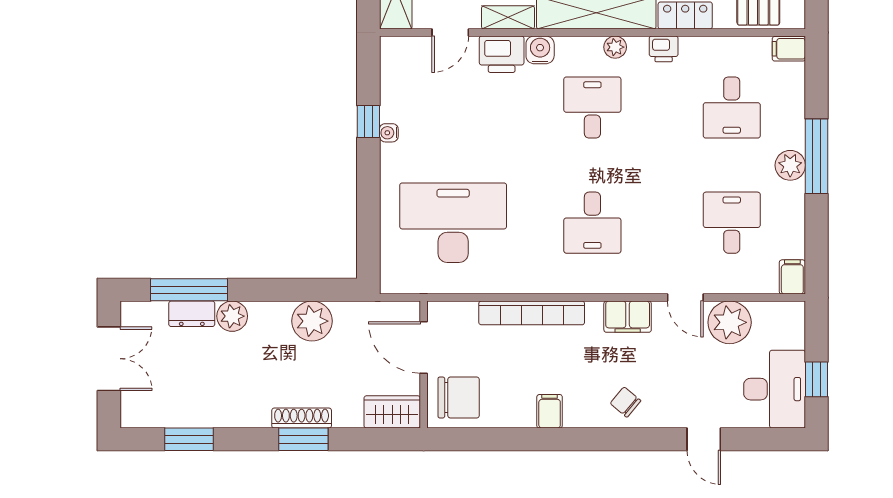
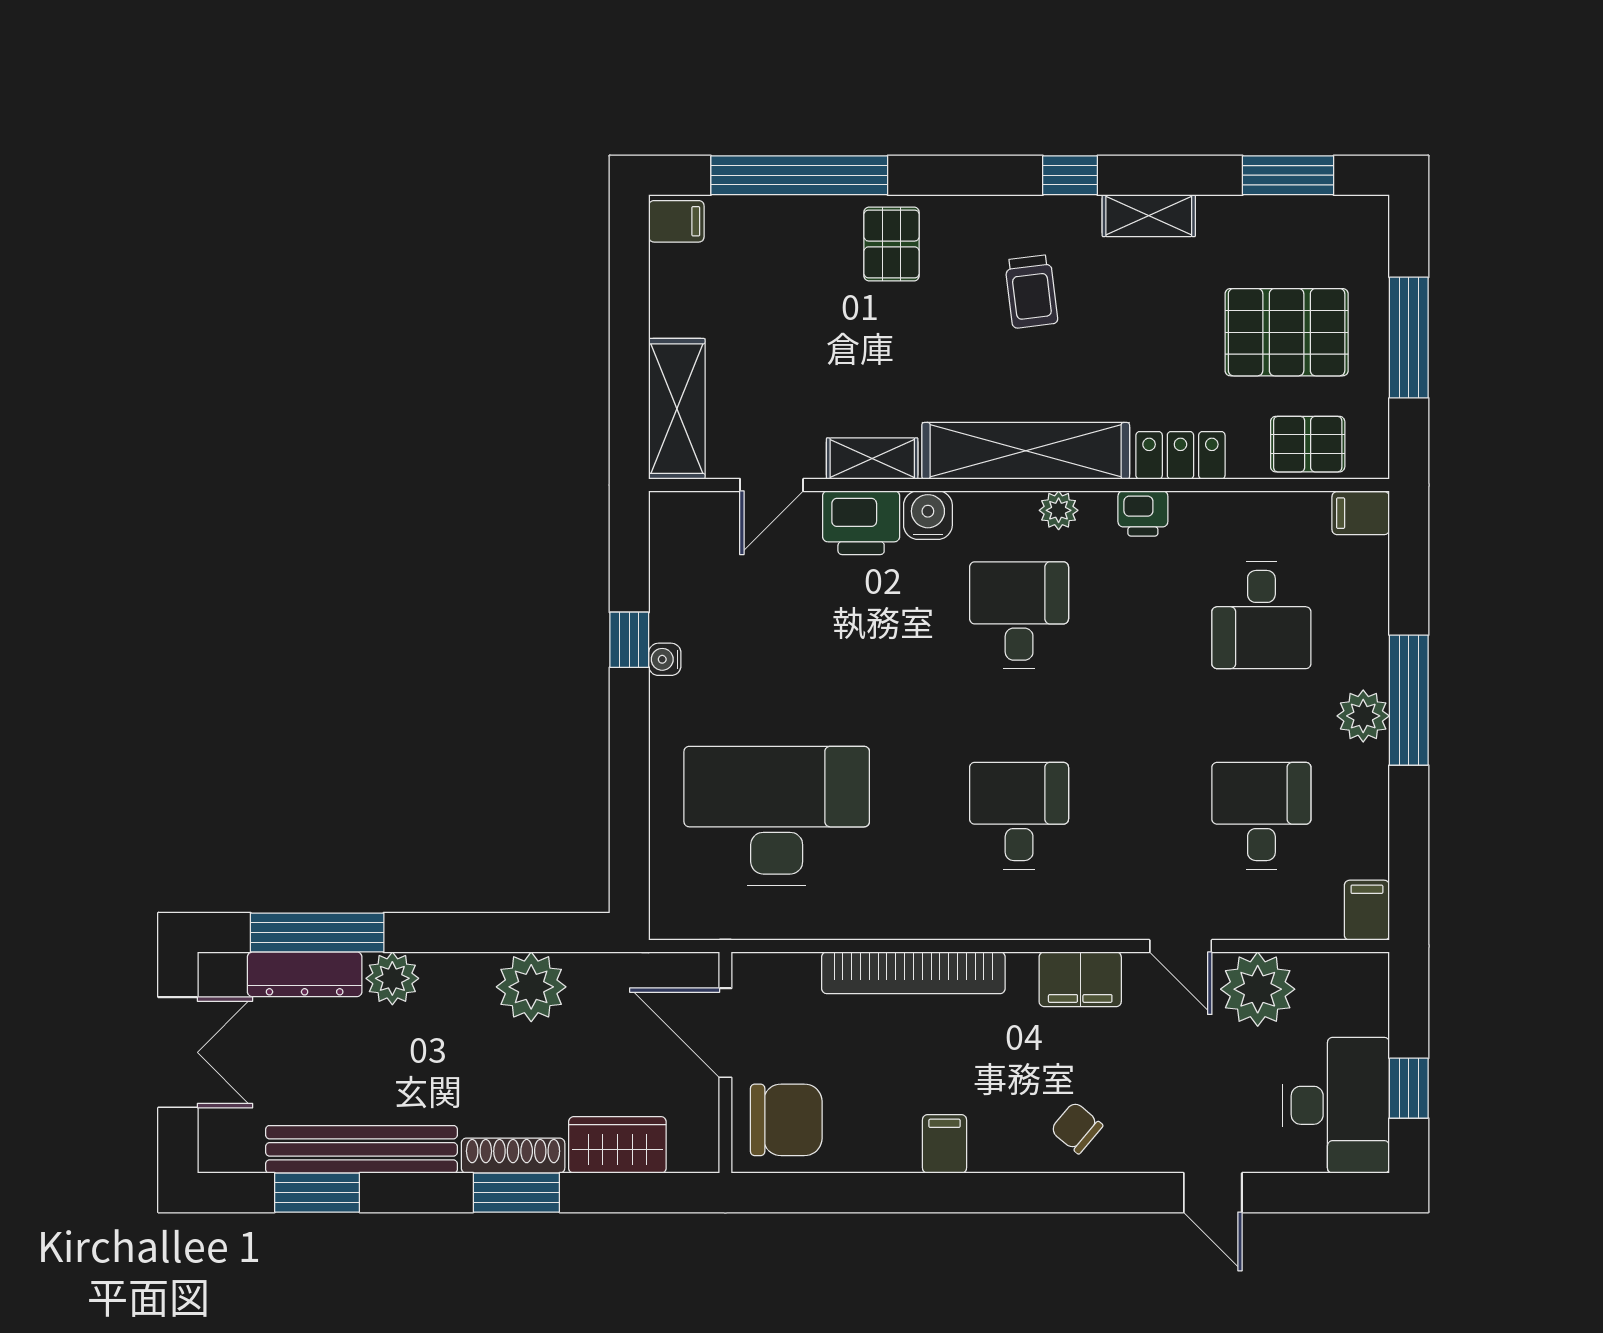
desk: (592, 223) -> (1019, 816), turned 180
dresser: (192, 314) -> (305, 974), width x1.44
wardrobe: (392, 412) -> (617, 1145), moved
bench: (214, 414) -> (361, 1149), added

